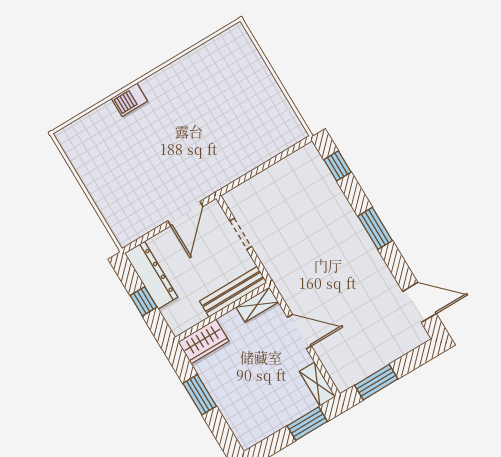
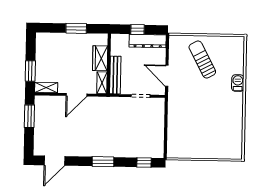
sun lounger: (127, 175) -> (202, 59), added
wardrobe: (203, 342) -> (100, 58), moved

